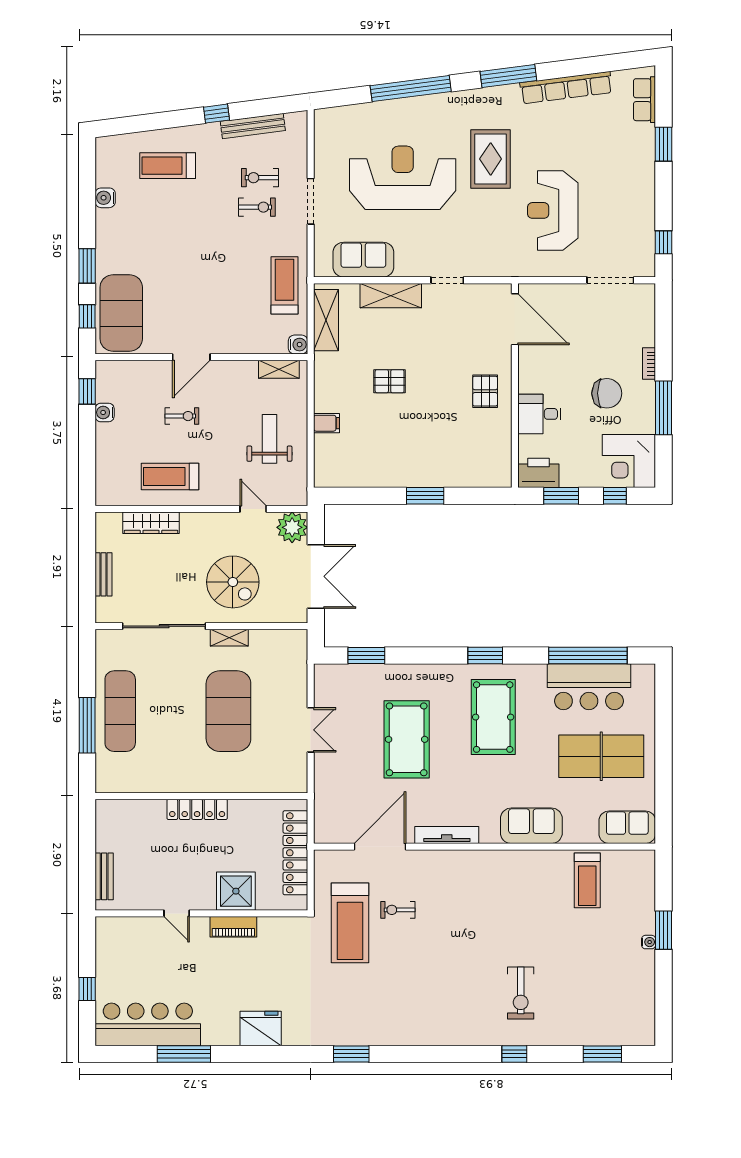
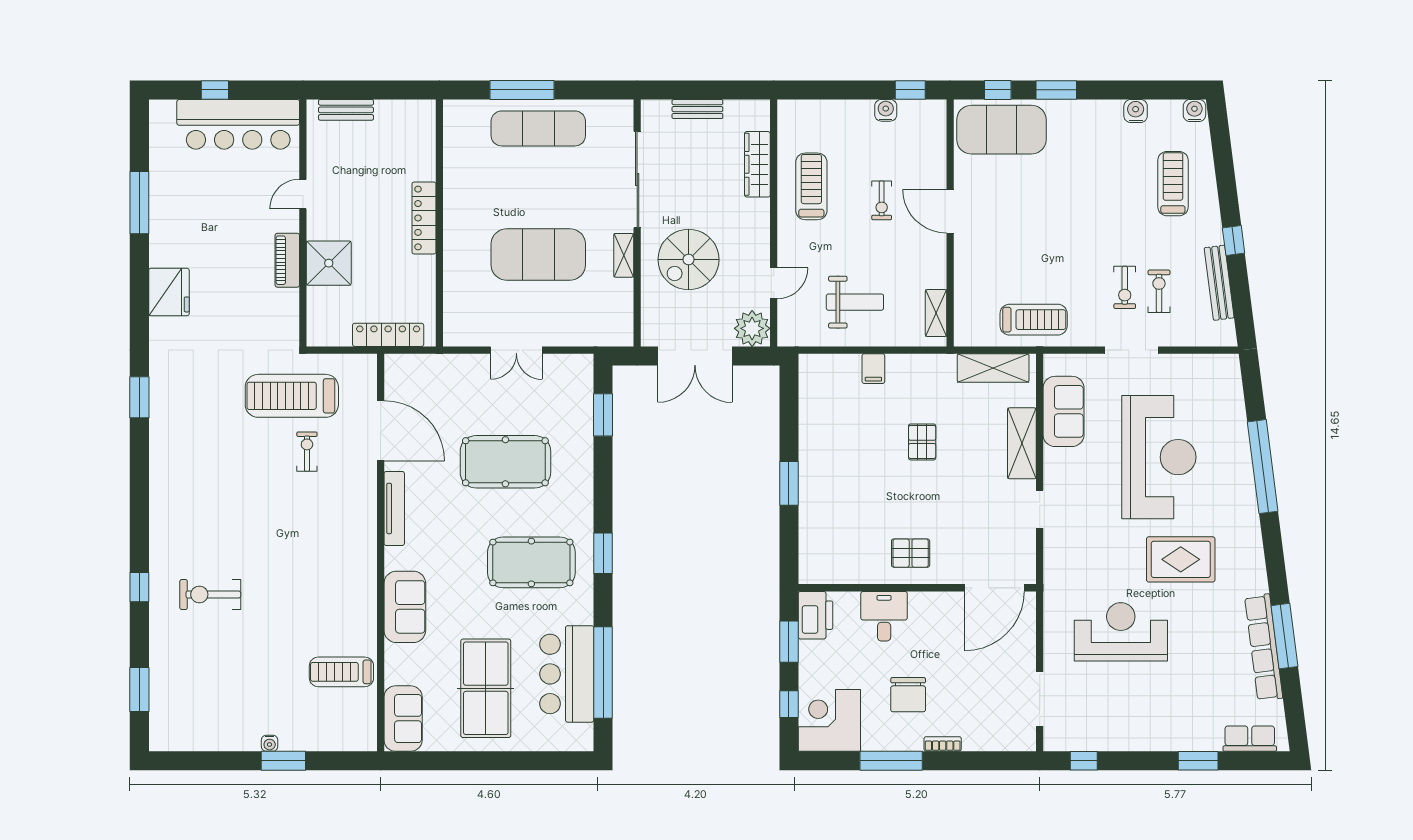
window: (508, 76) -> (1284, 636), moved
water cooler: (298, 345) -> (1194, 111), moved, turned 180
locker: (295, 853) -> (388, 335), width x0.71, depth x0.83
bar counter: (148, 1024) -> (238, 124), moved, turned 90

